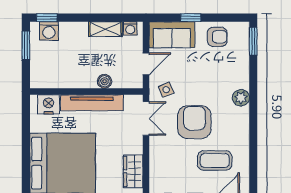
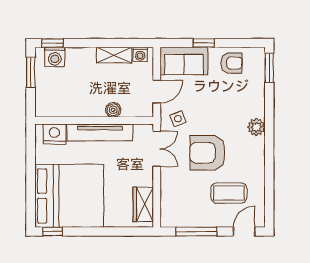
armchair: (194, 122) -> (207, 153), turned -90

